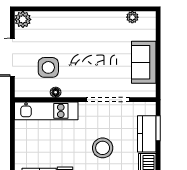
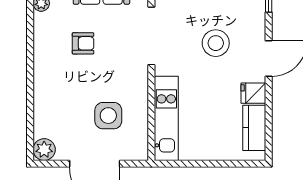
armchair: (102, 48) -> (83, 43), added
floor lamp: (56, 92) -> (141, 106), removed

